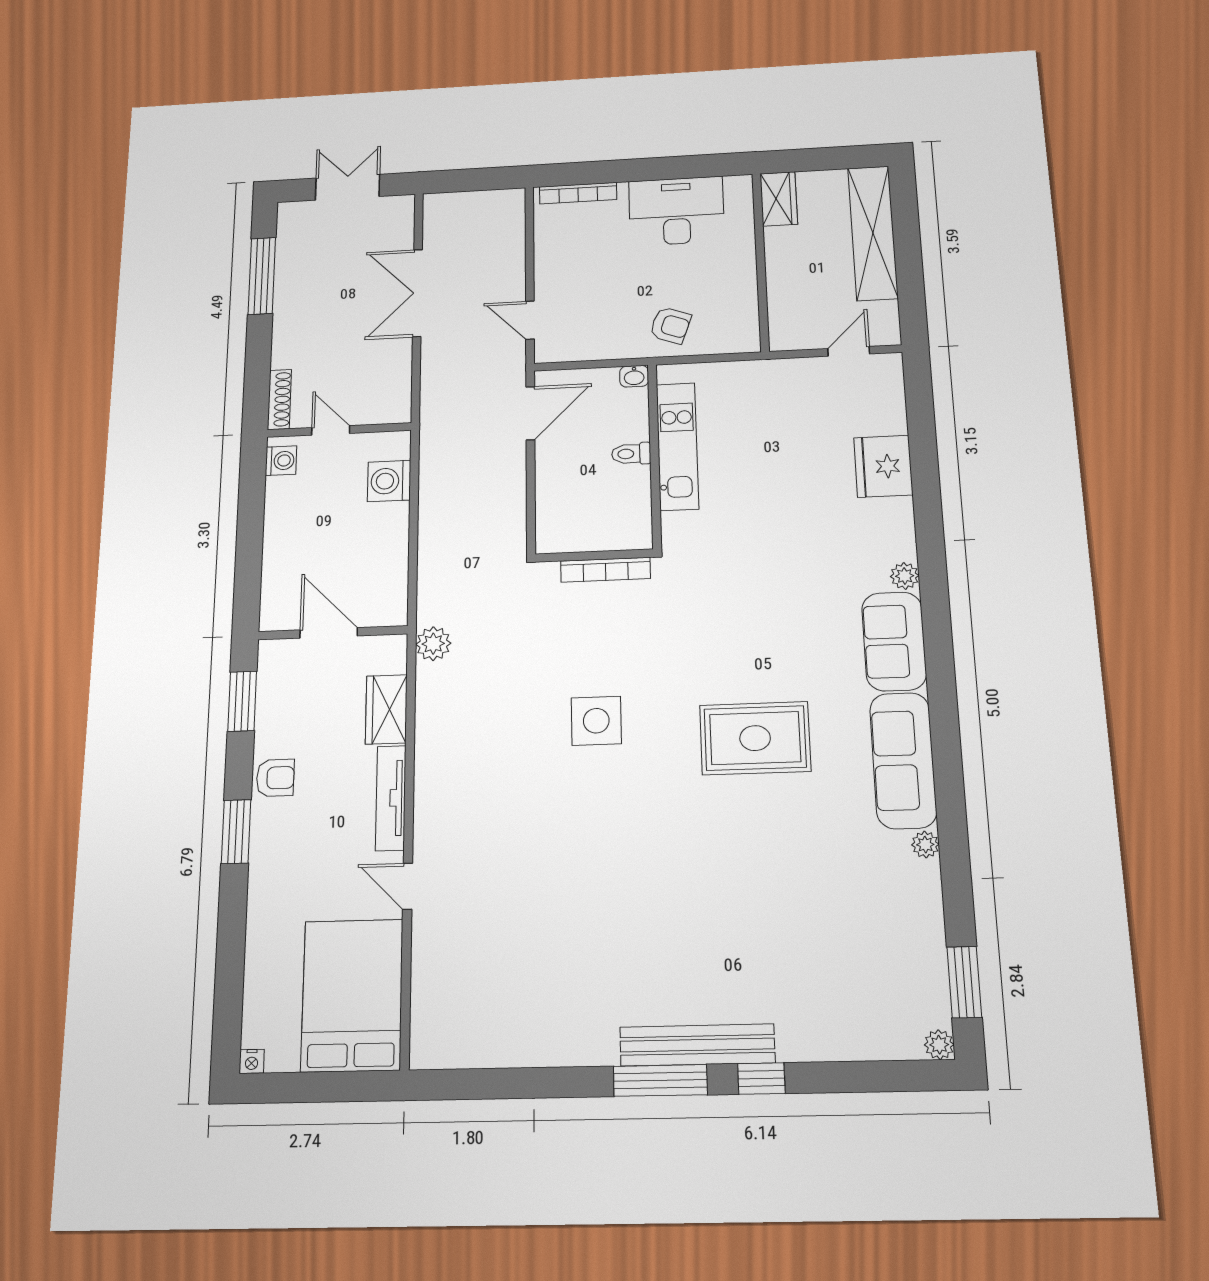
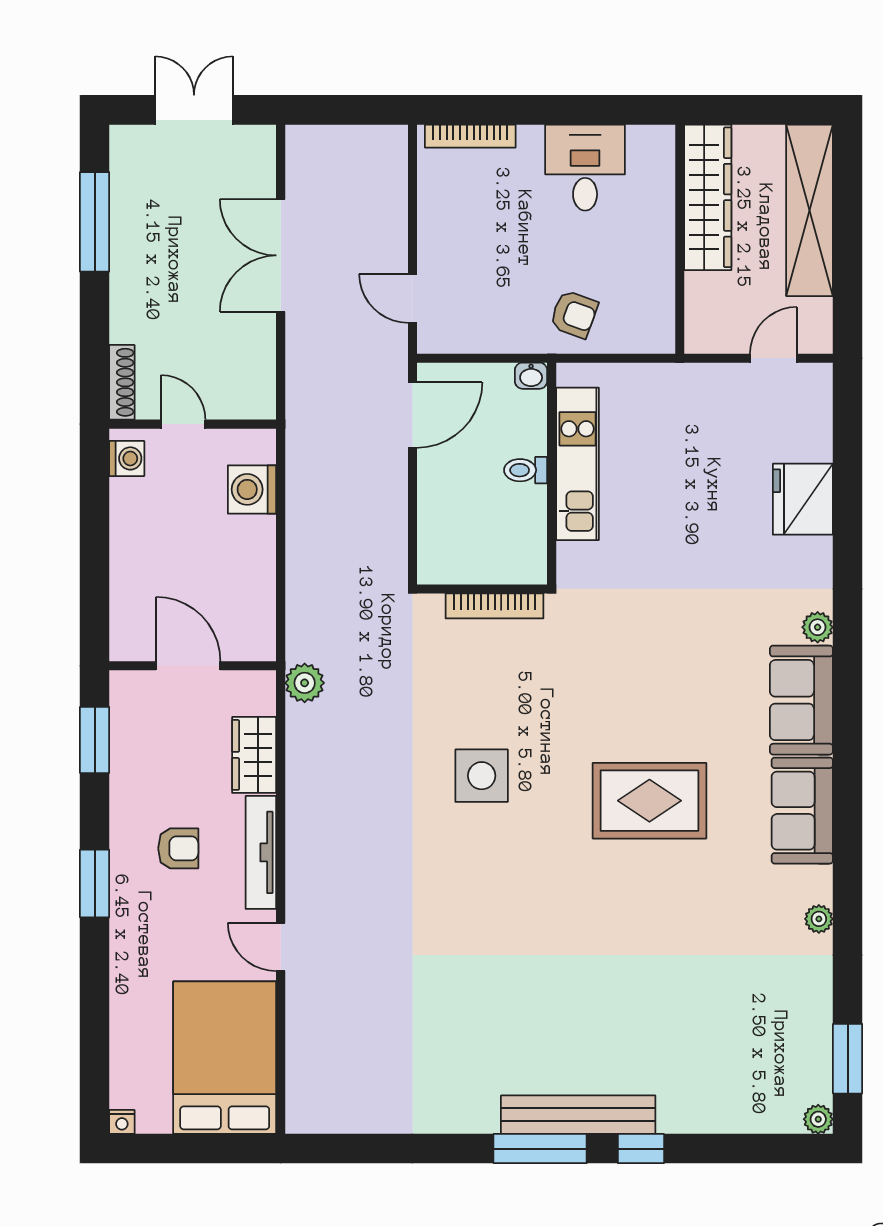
wardrobe: (779, 199) -> (708, 197), width x2.10, depth x1.17
desk: (676, 211) -> (585, 168), width x0.73
sofa: (903, 760) -> (802, 811), width x0.73
armchair: (275, 778) -> (178, 848), moved

